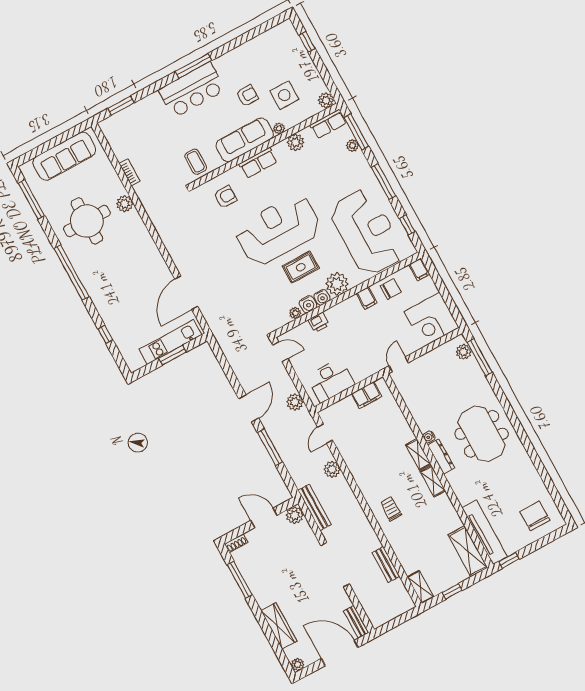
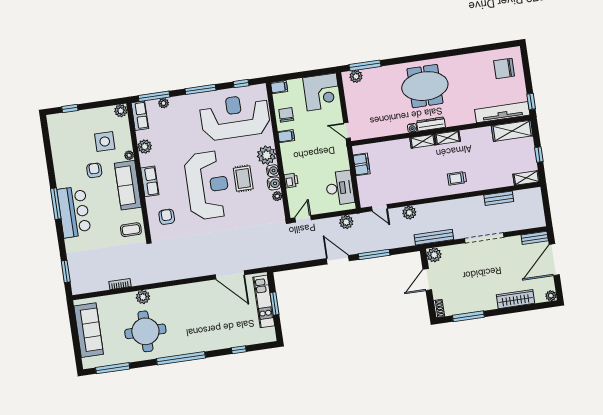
reception desk: (278, 230) -> (208, 185), turned 180

